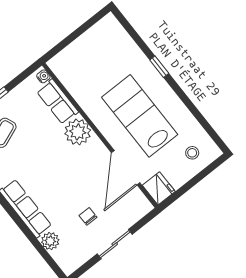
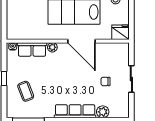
plant: (78, 132) -> (52, 47), width x0.53, depth x0.53
door: (126, 168) -> (82, 41), moved

